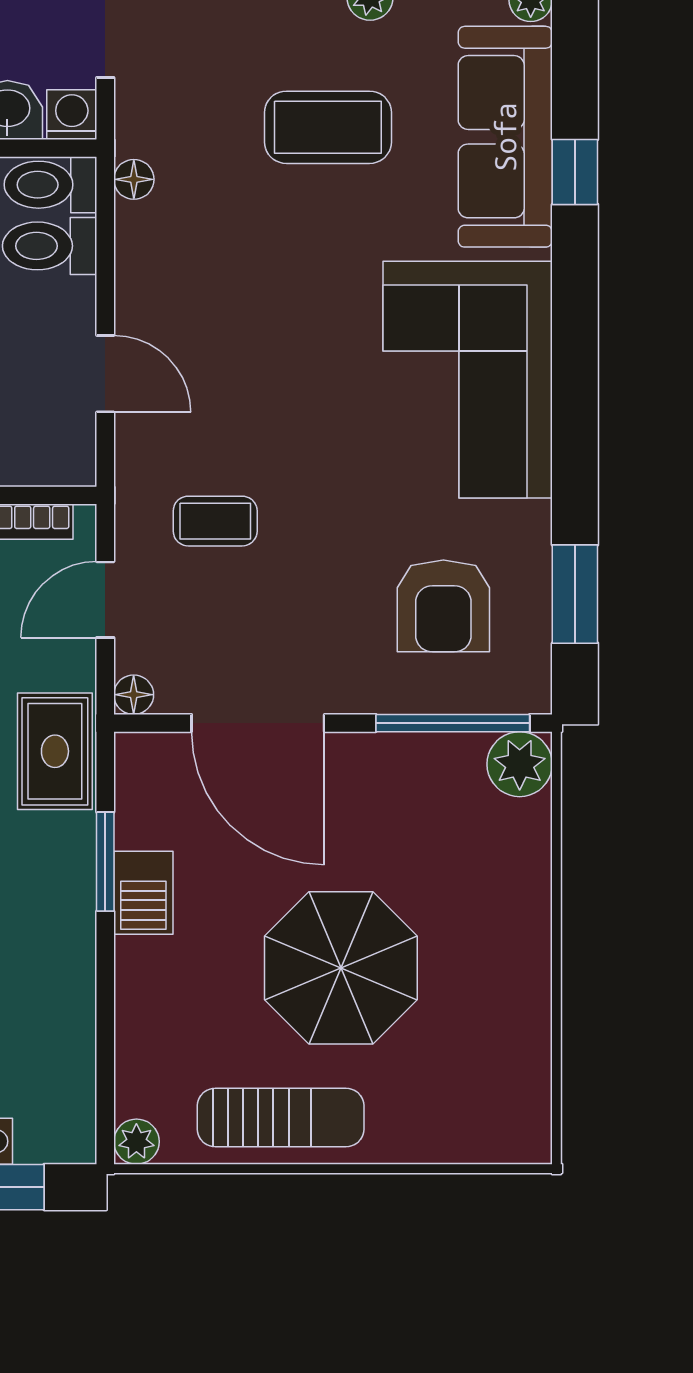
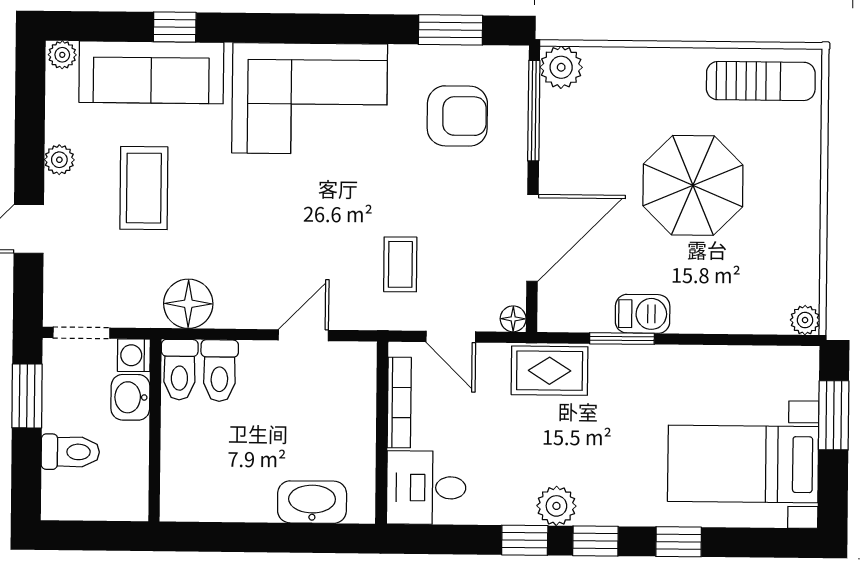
floor lamp: (134, 179) -> (188, 304), width x1.89, depth x1.89
sun lounger: (281, 1117) -> (761, 81), moved, turned 90

